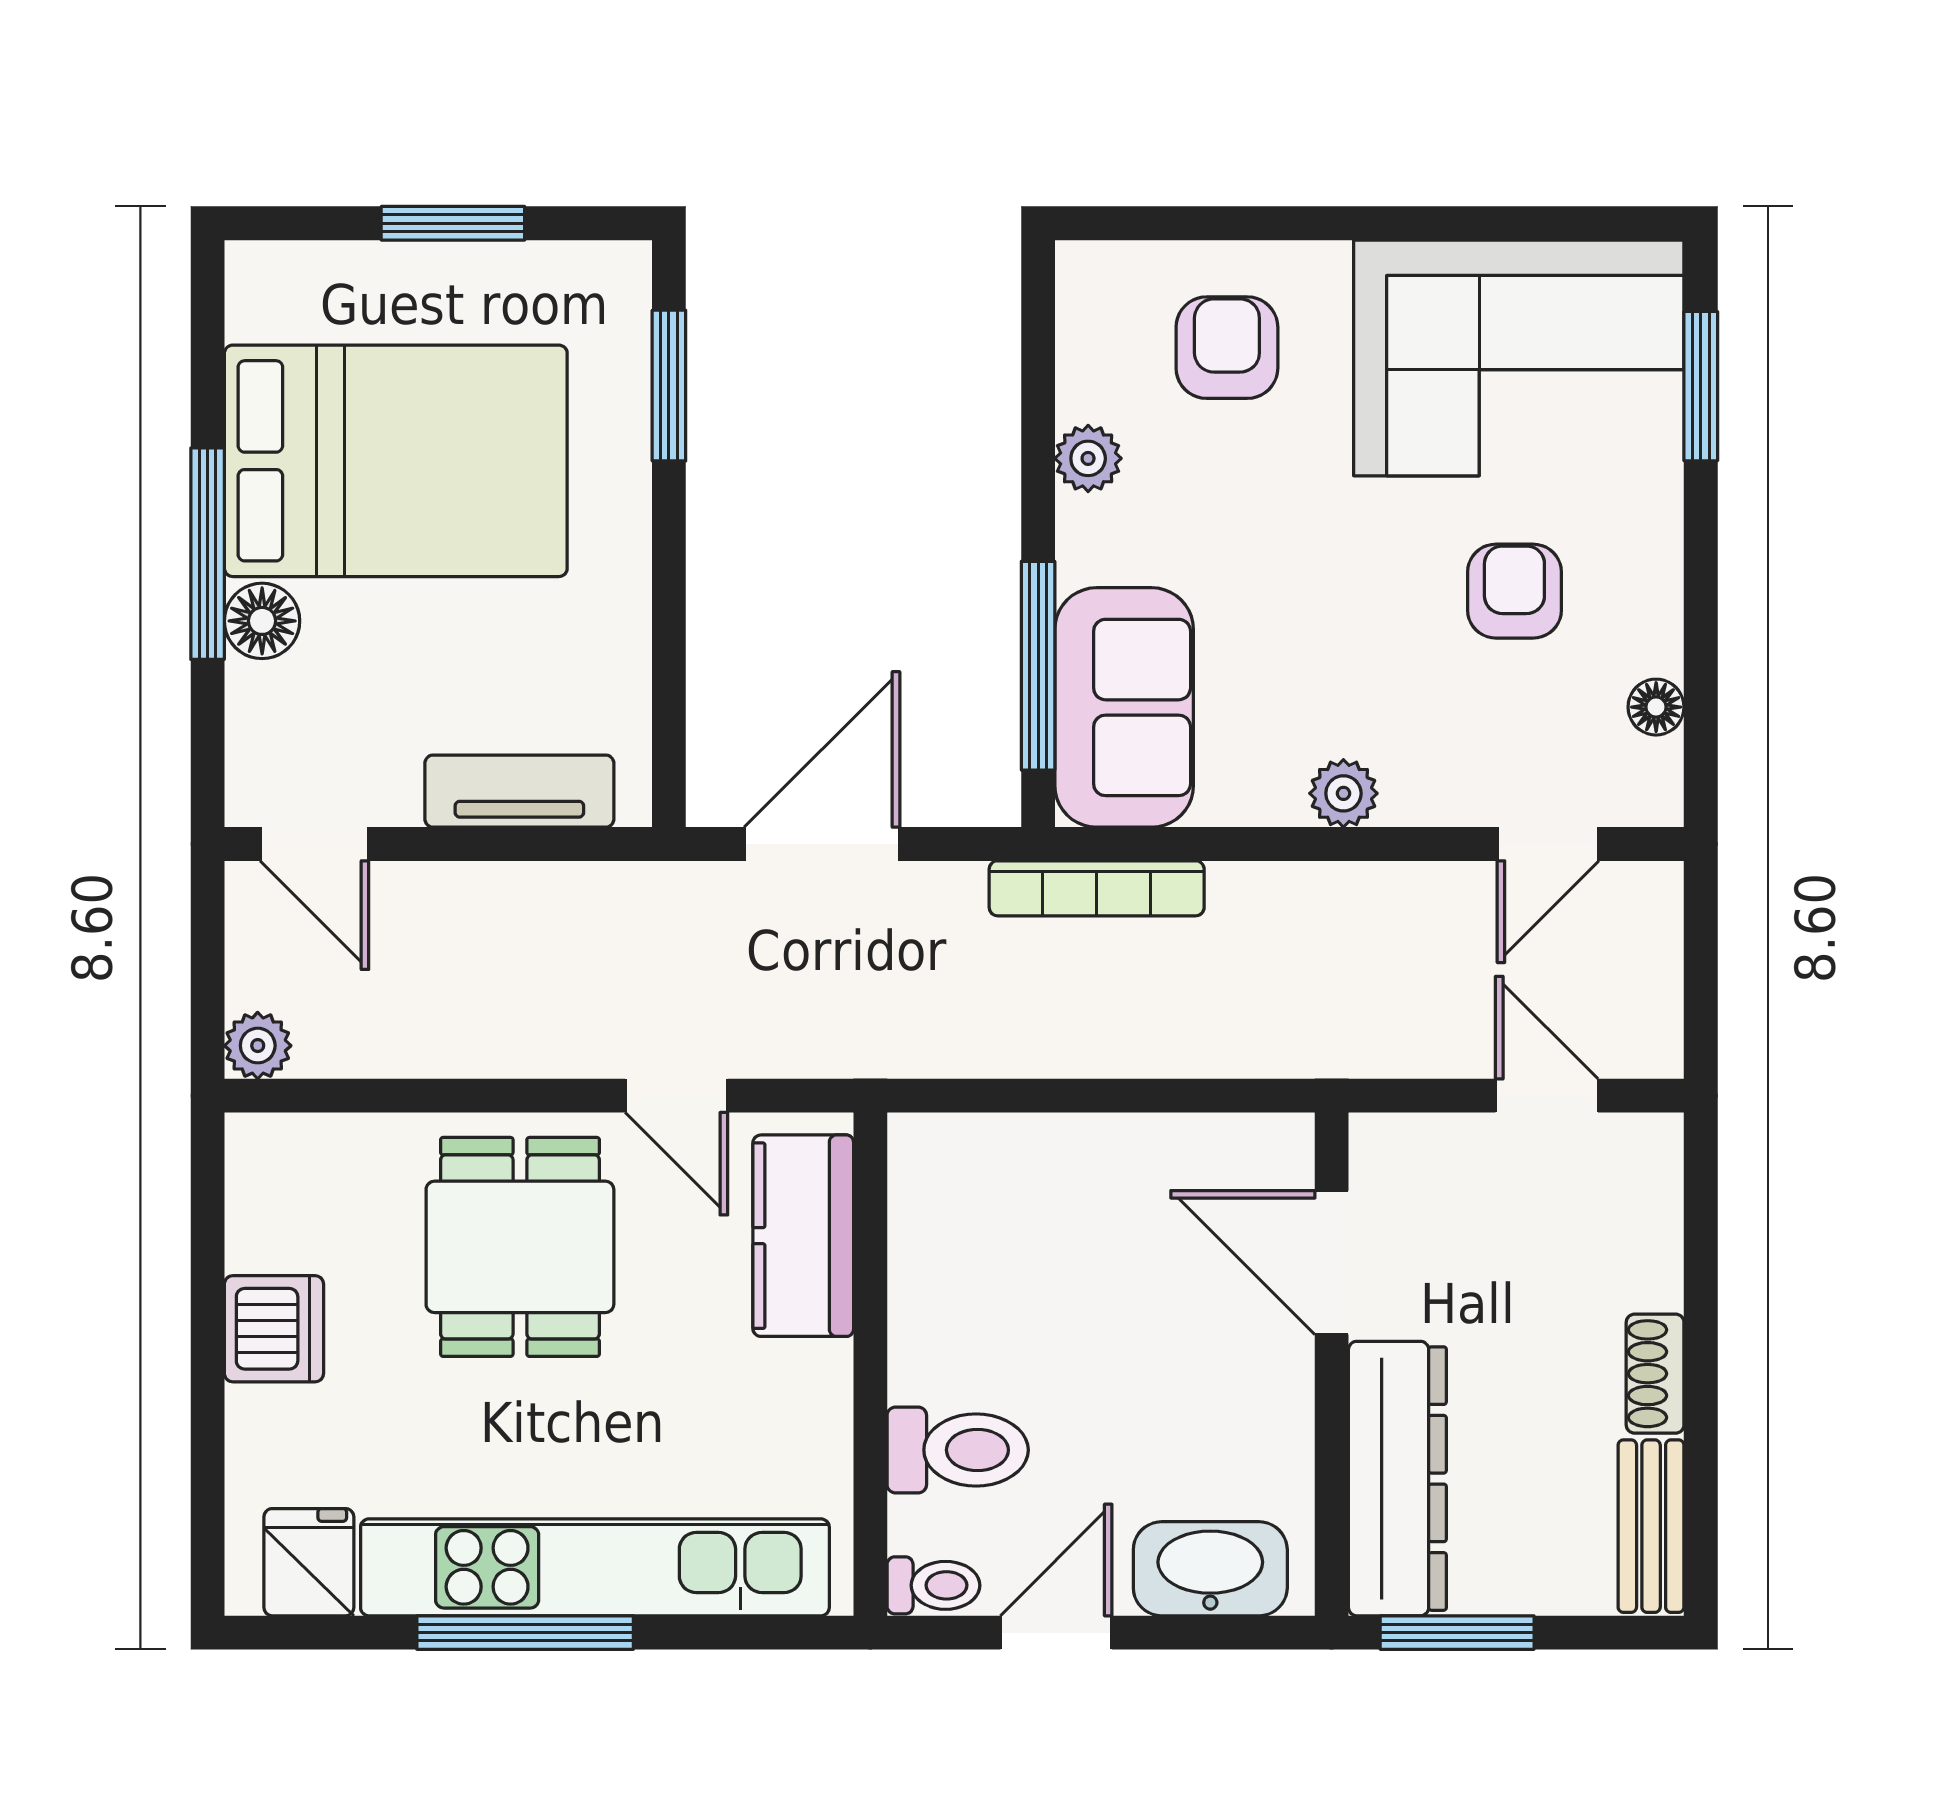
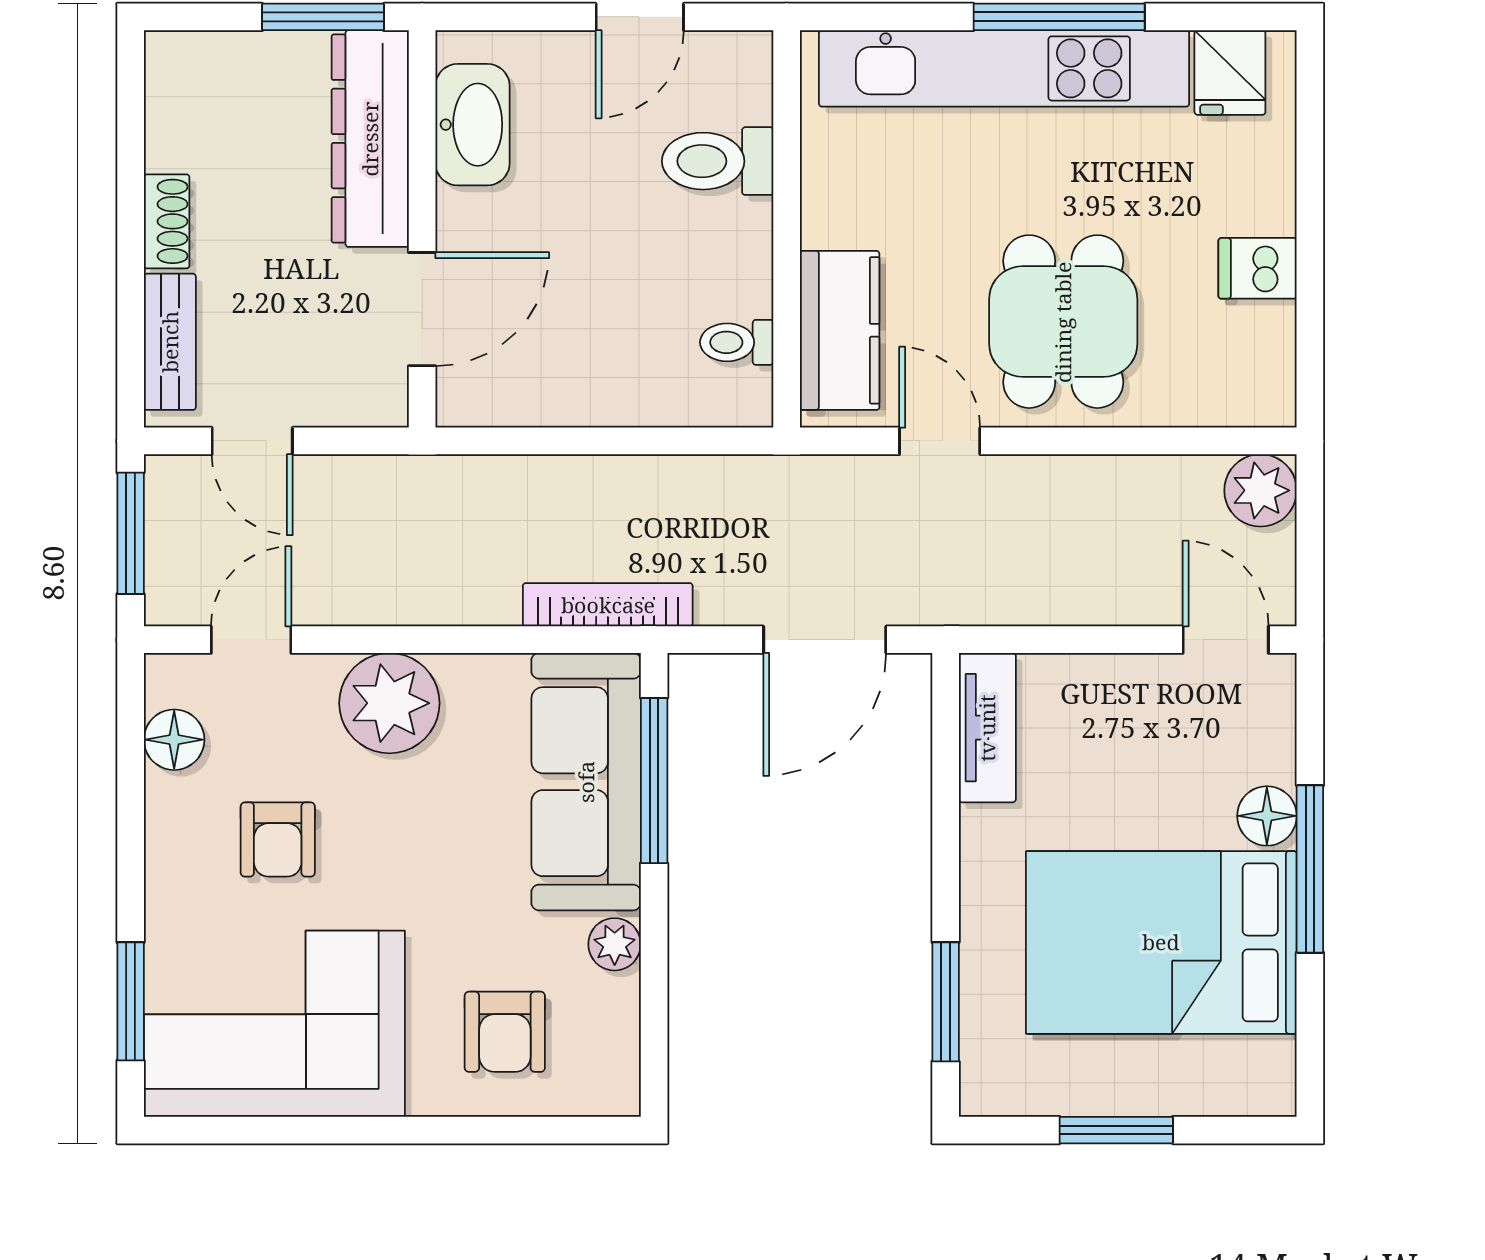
sofa: (1124, 707) -> (586, 782), width x1.36
floor lamp: (1656, 707) -> (174, 740), width x1.37, depth x1.37
tv unit: (519, 791) -> (987, 728), moved, turned -90
plant: (1343, 793) -> (389, 703), width x1.87, depth x1.87
window: (1701, 979) -> (131, 533), added
plant: (258, 1046) -> (1260, 490), width x1.38, depth x1.38
door: (1332, 1263) -> (422, 309), hinge flipped
dishwasher: (274, 1329) -> (1258, 268), width x0.73
bench: (1651, 1526) -> (170, 342), moved
washbasin: (1210, 1569) -> (472, 125), moved, turned -90
toilet: (933, 1585) -> (737, 342), moved

